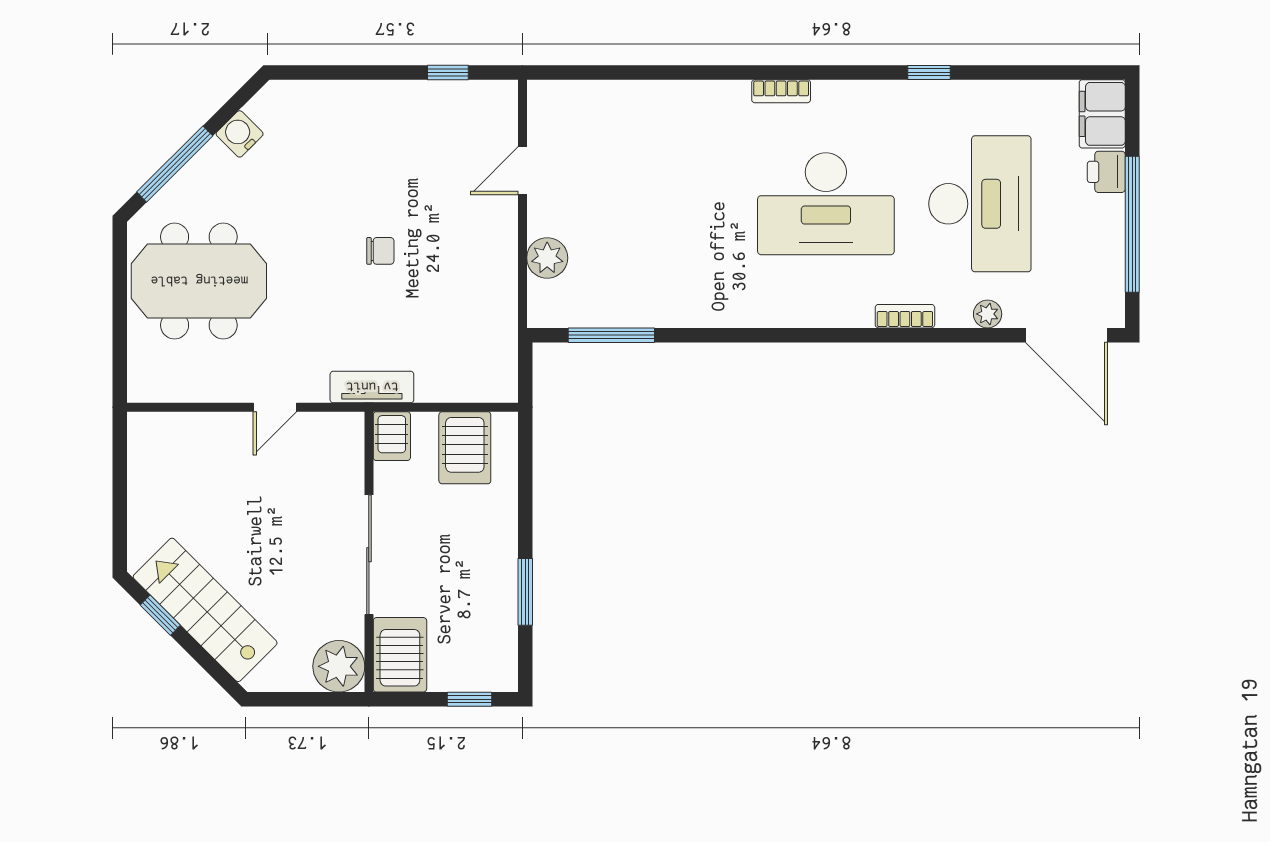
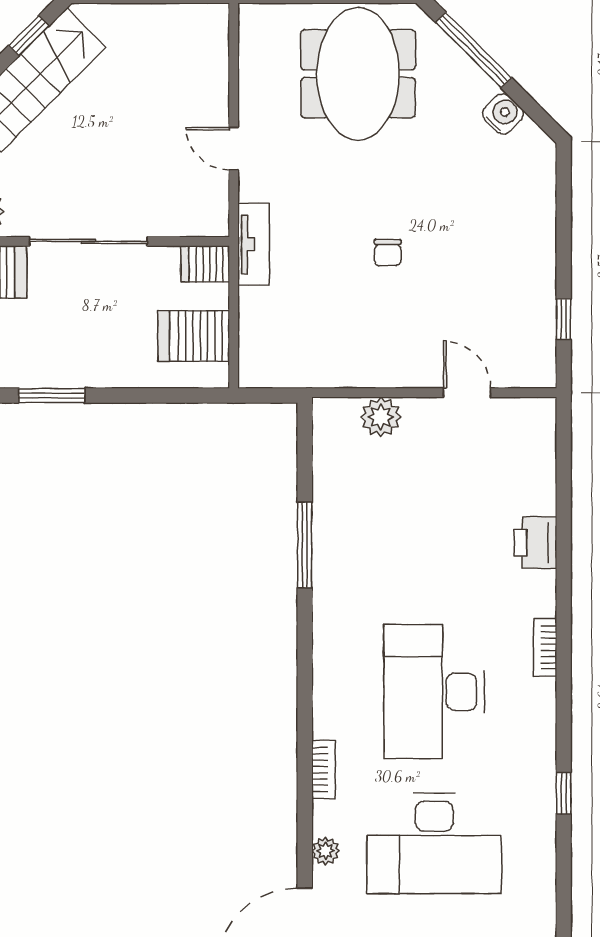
printer: (675, 101) -> (535, 543), added
window: (611, 335) -> (305, 545), moved

